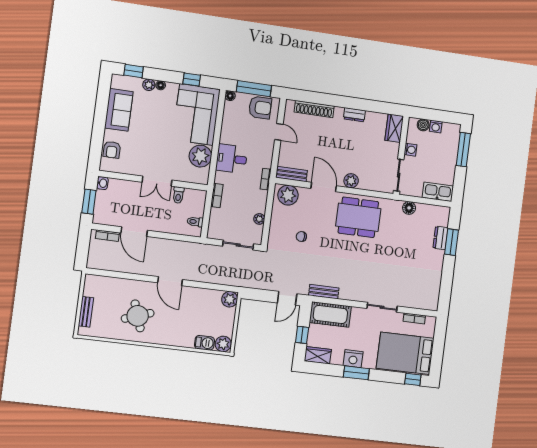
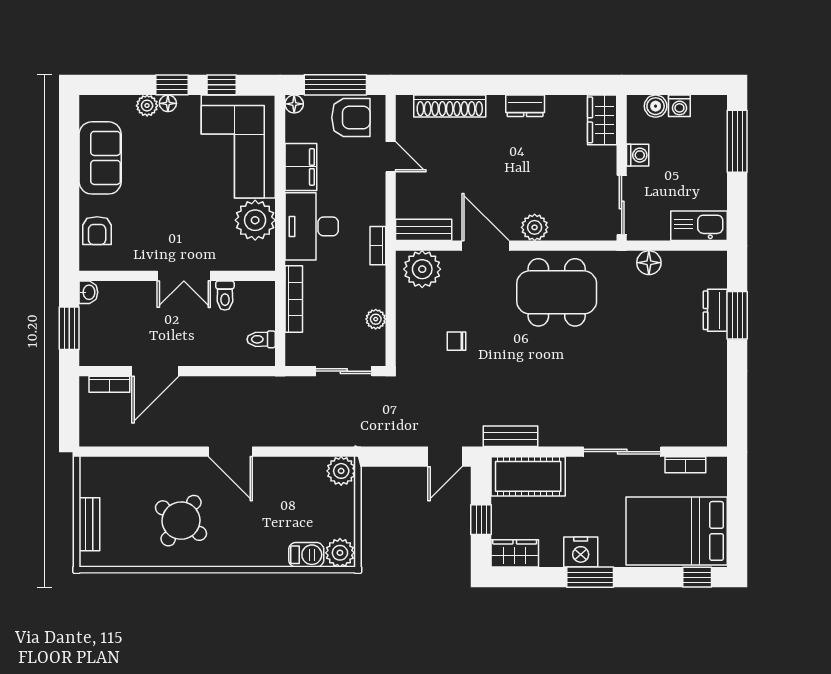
window: (134, 71) -> (172, 85), moved
filing cabinet: (229, 131) -> (301, 167), added
desk: (232, 159) -> (312, 226), width x1.37
bookcase: (217, 195) -> (294, 299), width x1.56
door: (134, 232) -> (155, 371), hinge flipped
sliding door: (382, 307) -> (622, 452), width x1.37
round table: (138, 316) -> (181, 521), turned -36

